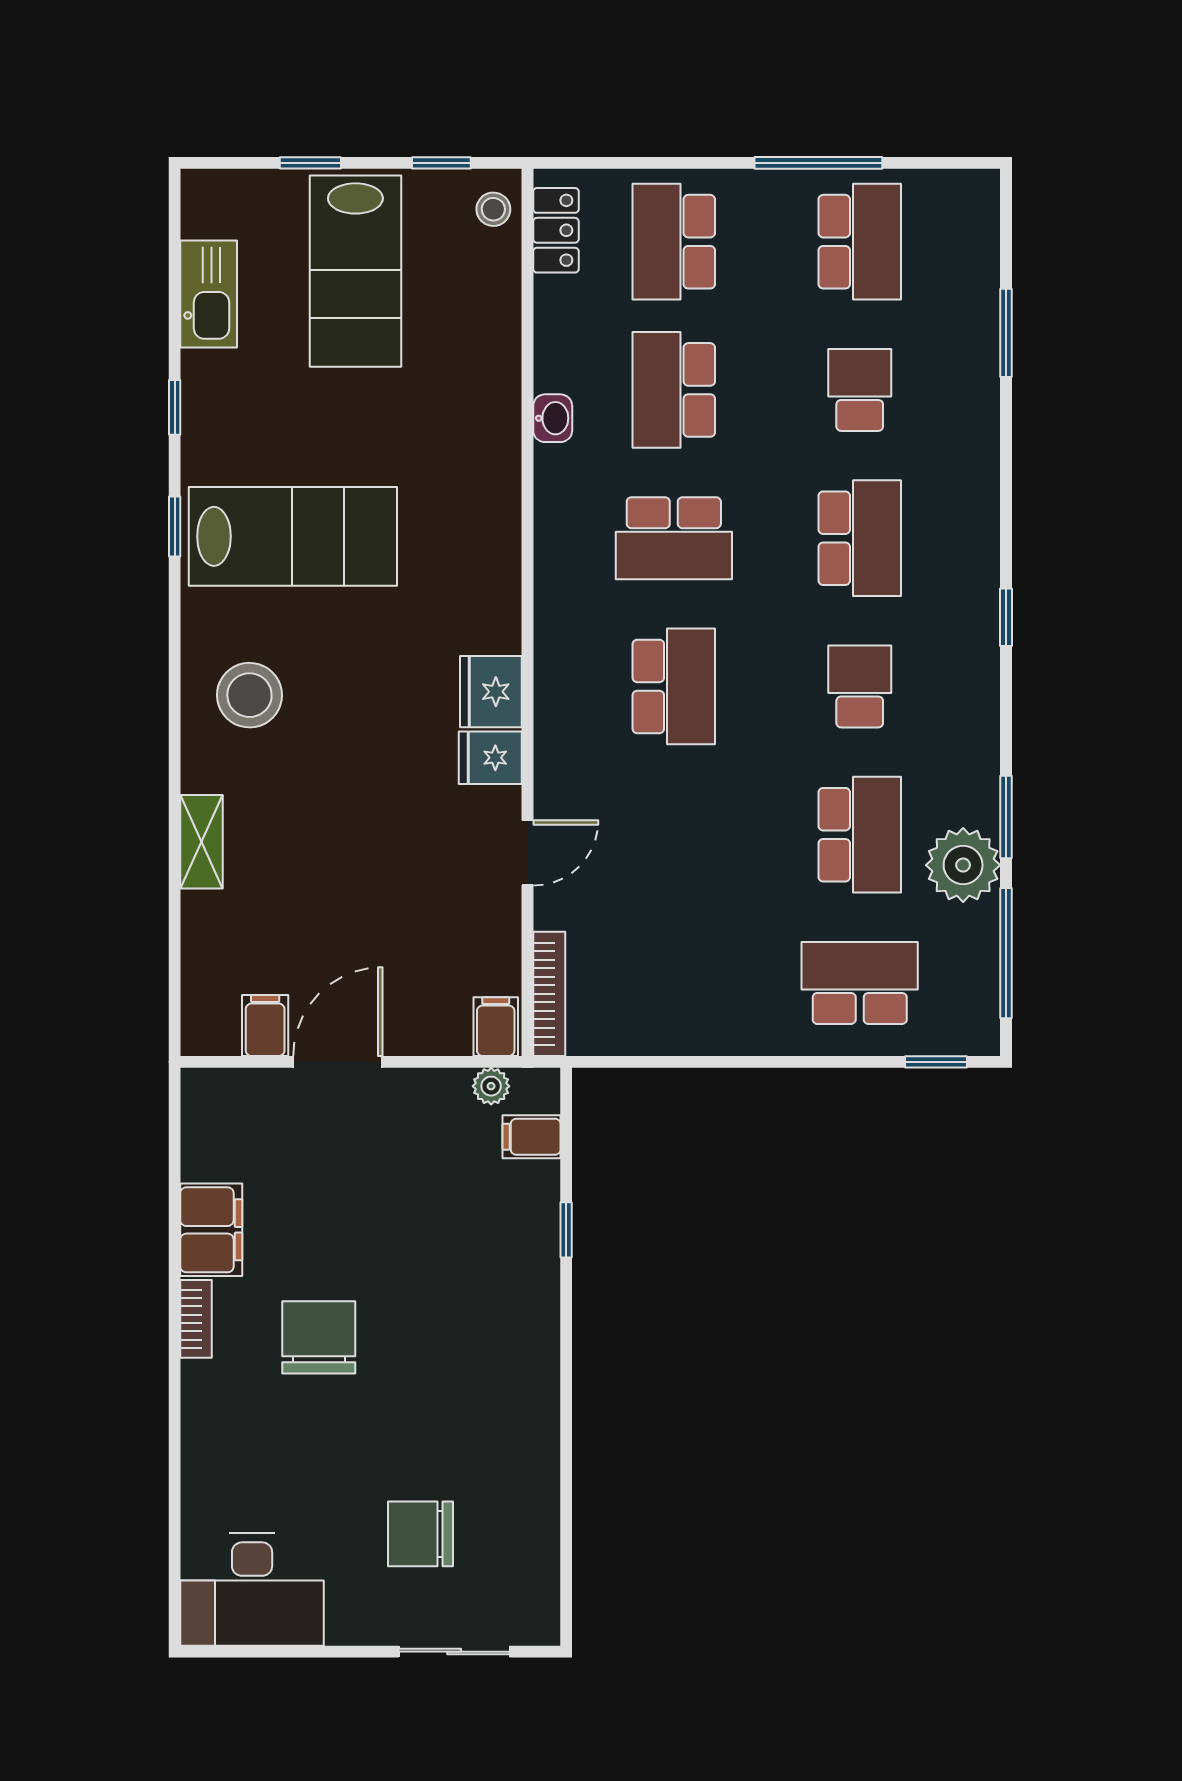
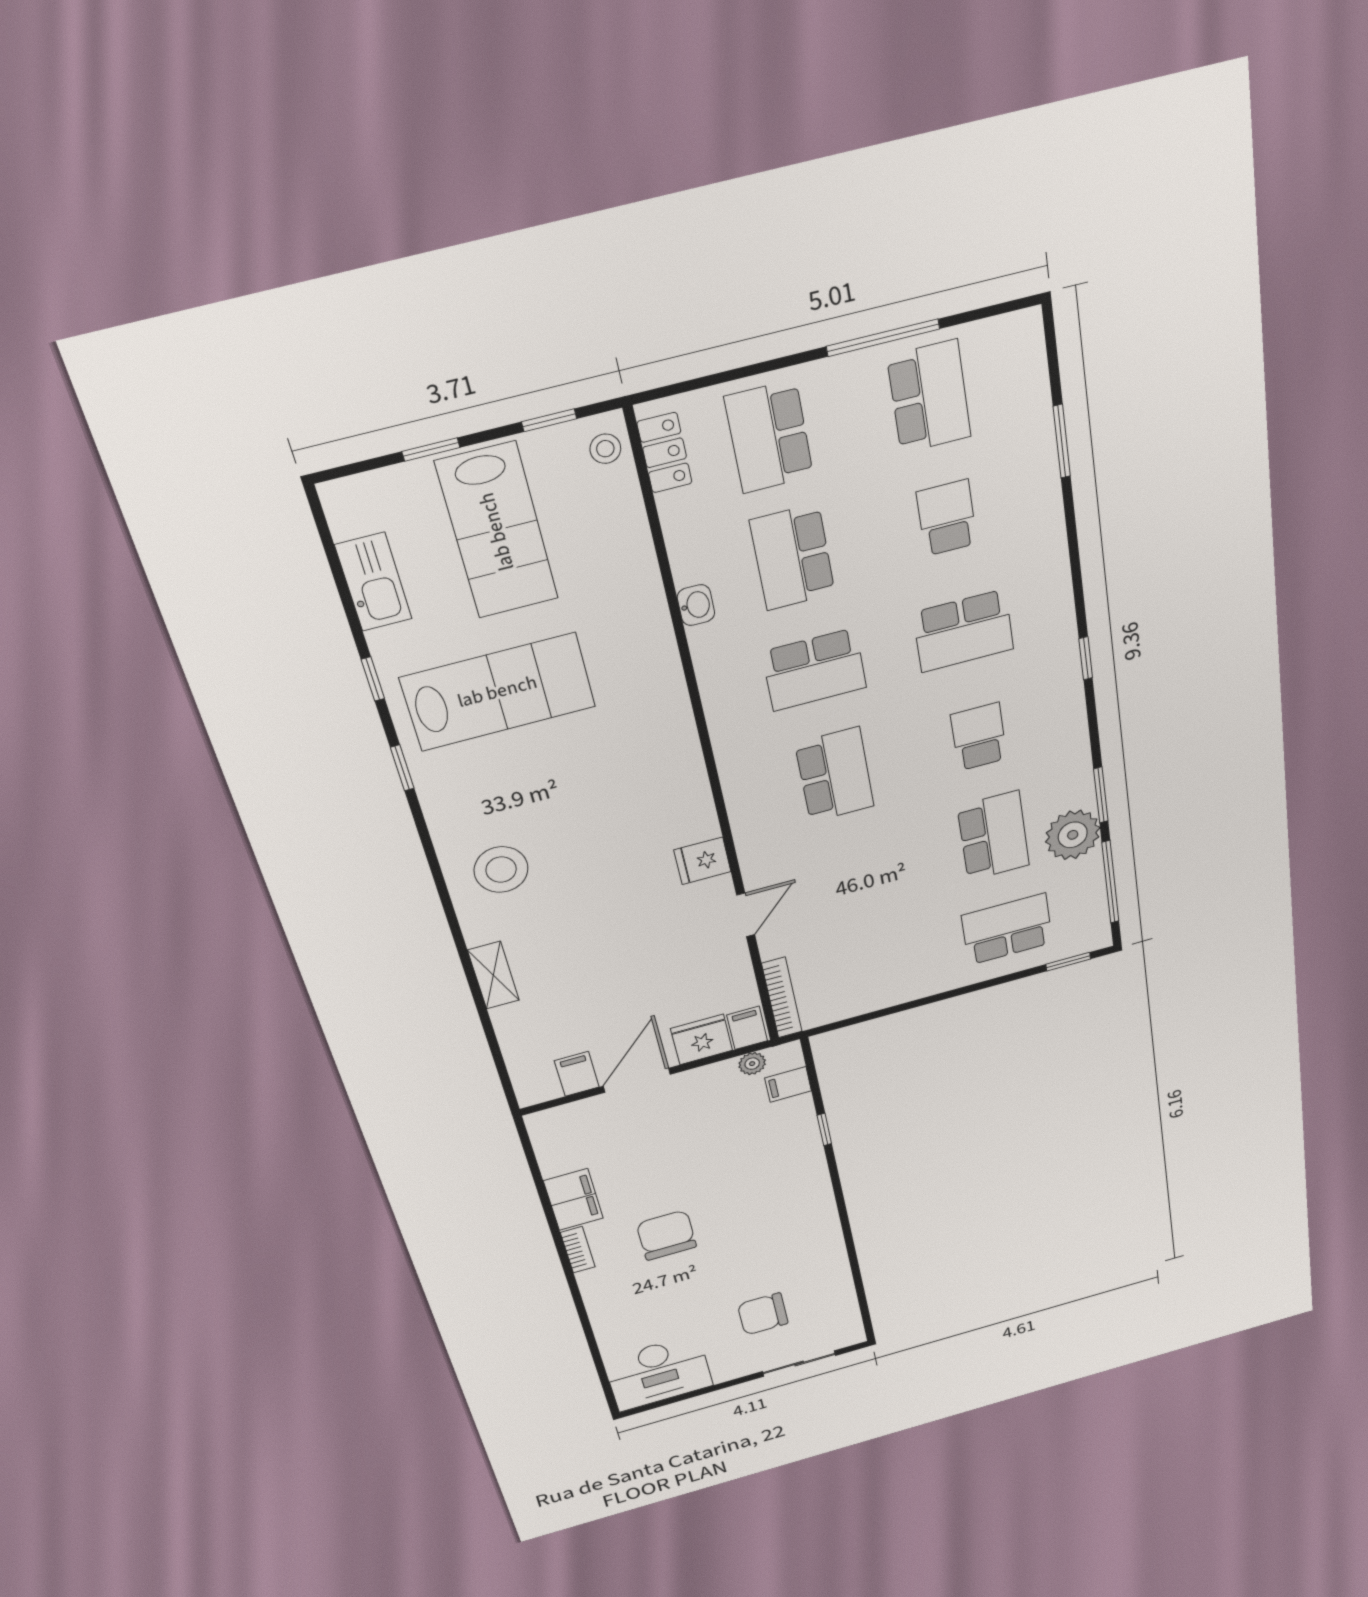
lab bench: (293, 536) -> (498, 692), moved
school desk: (860, 538) -> (963, 631), turned 90
fridge: (491, 692) -> (702, 1040), moved, turned 90

